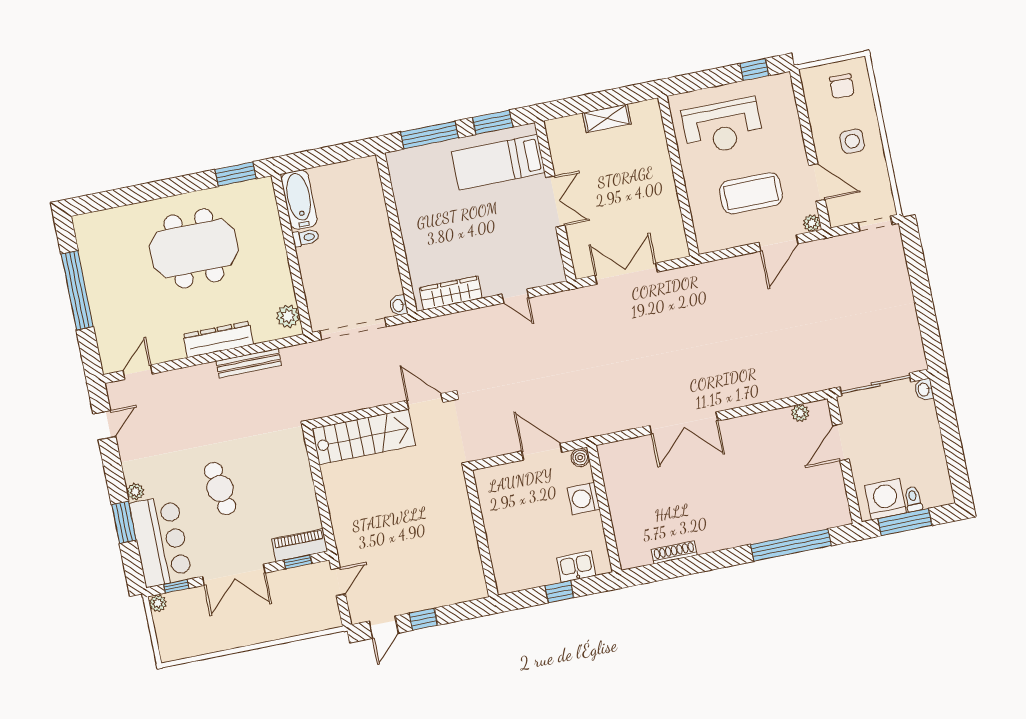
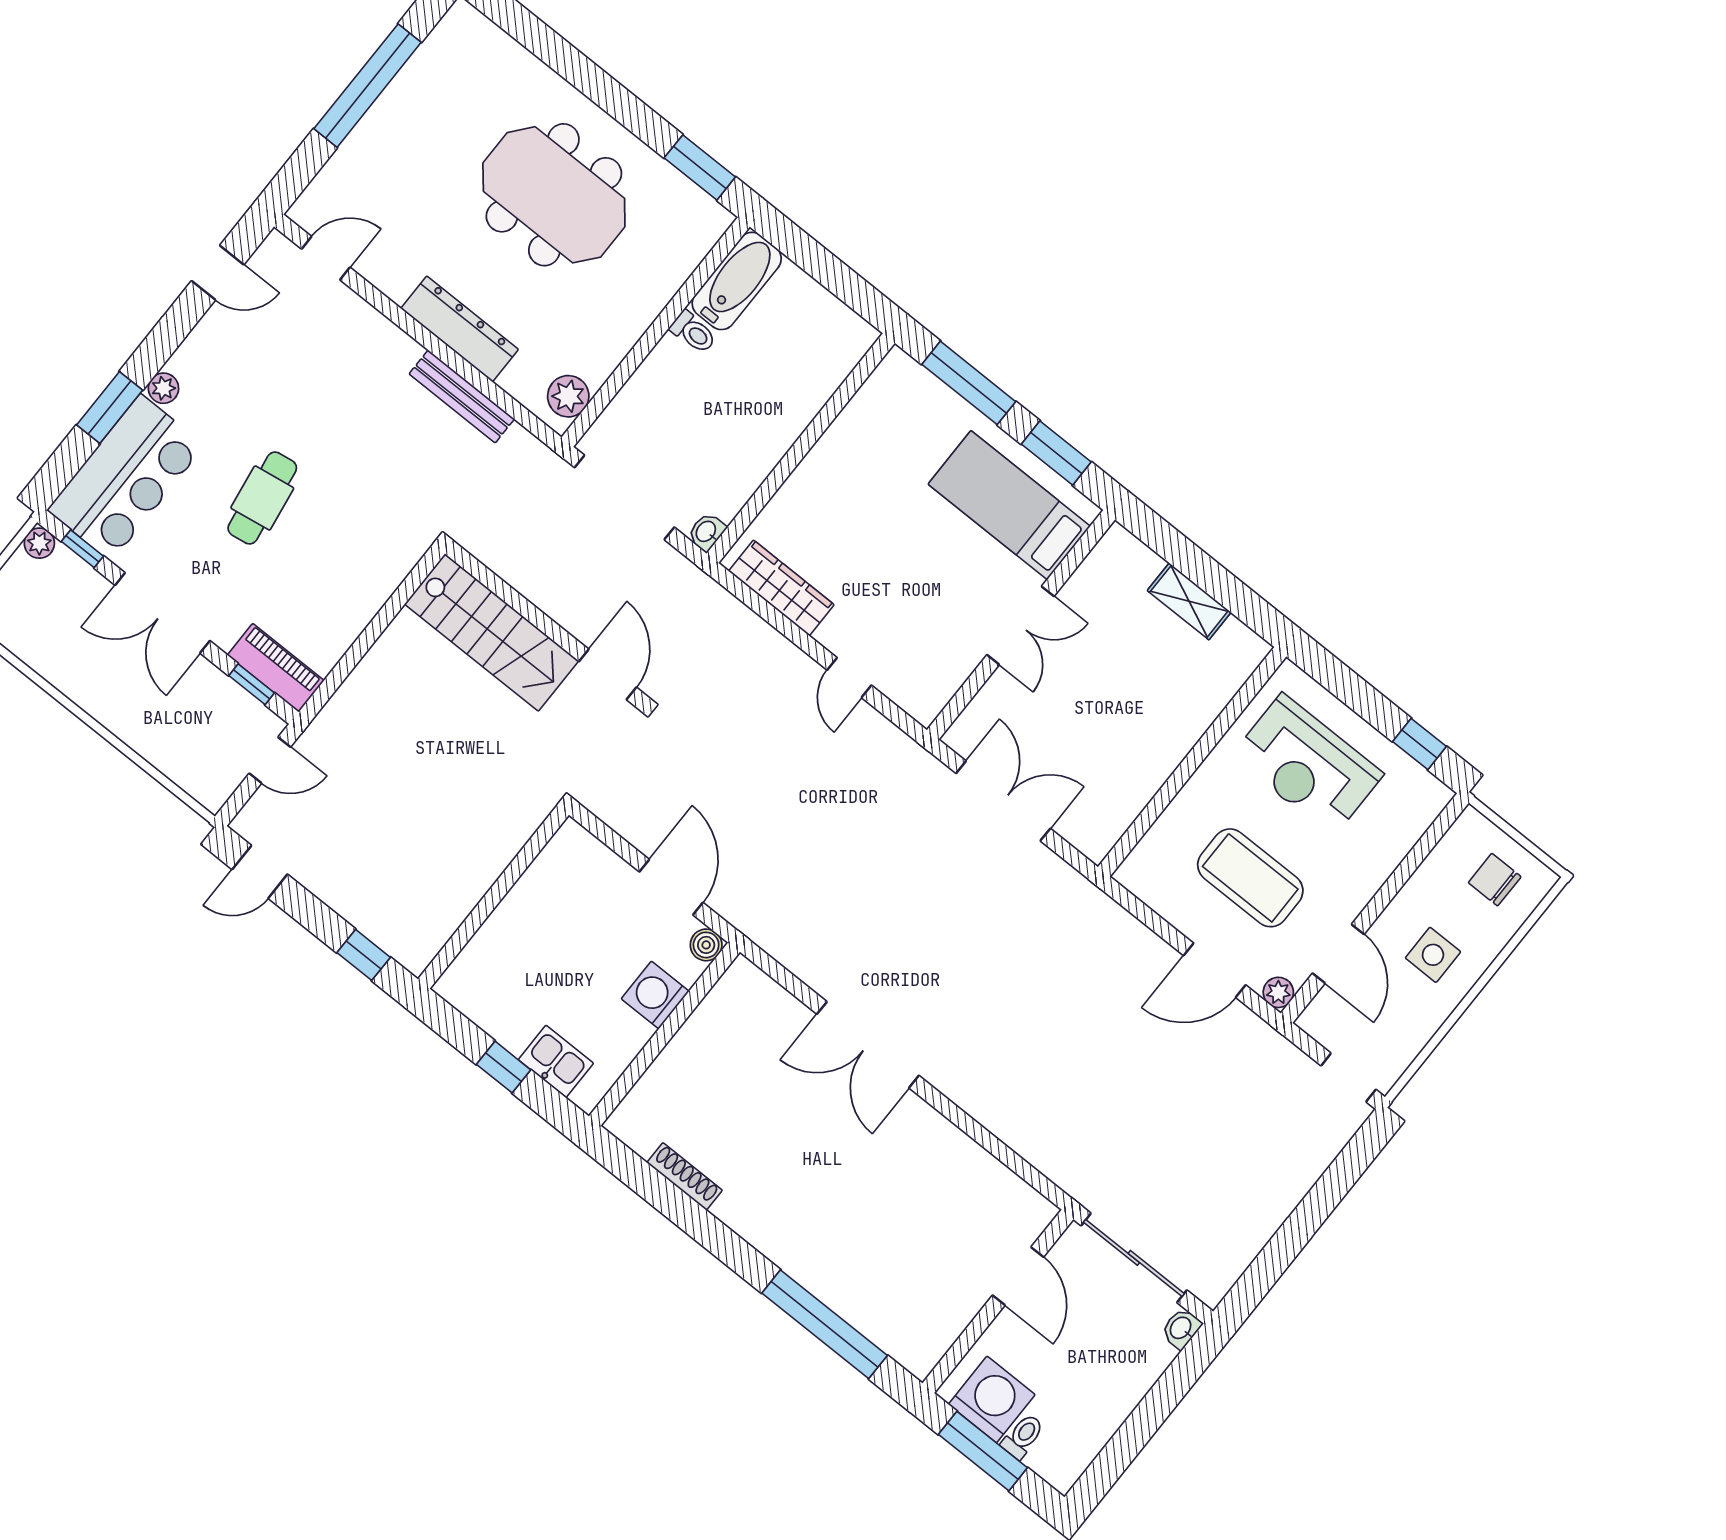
chair: (842, 86) -> (1495, 880), turned 88
plant: (800, 413) -> (1012, 1189), removed
door: (841, 442) -> (1018, 1276), swing flipped
window: (423, 619) -> (364, 955), moved

